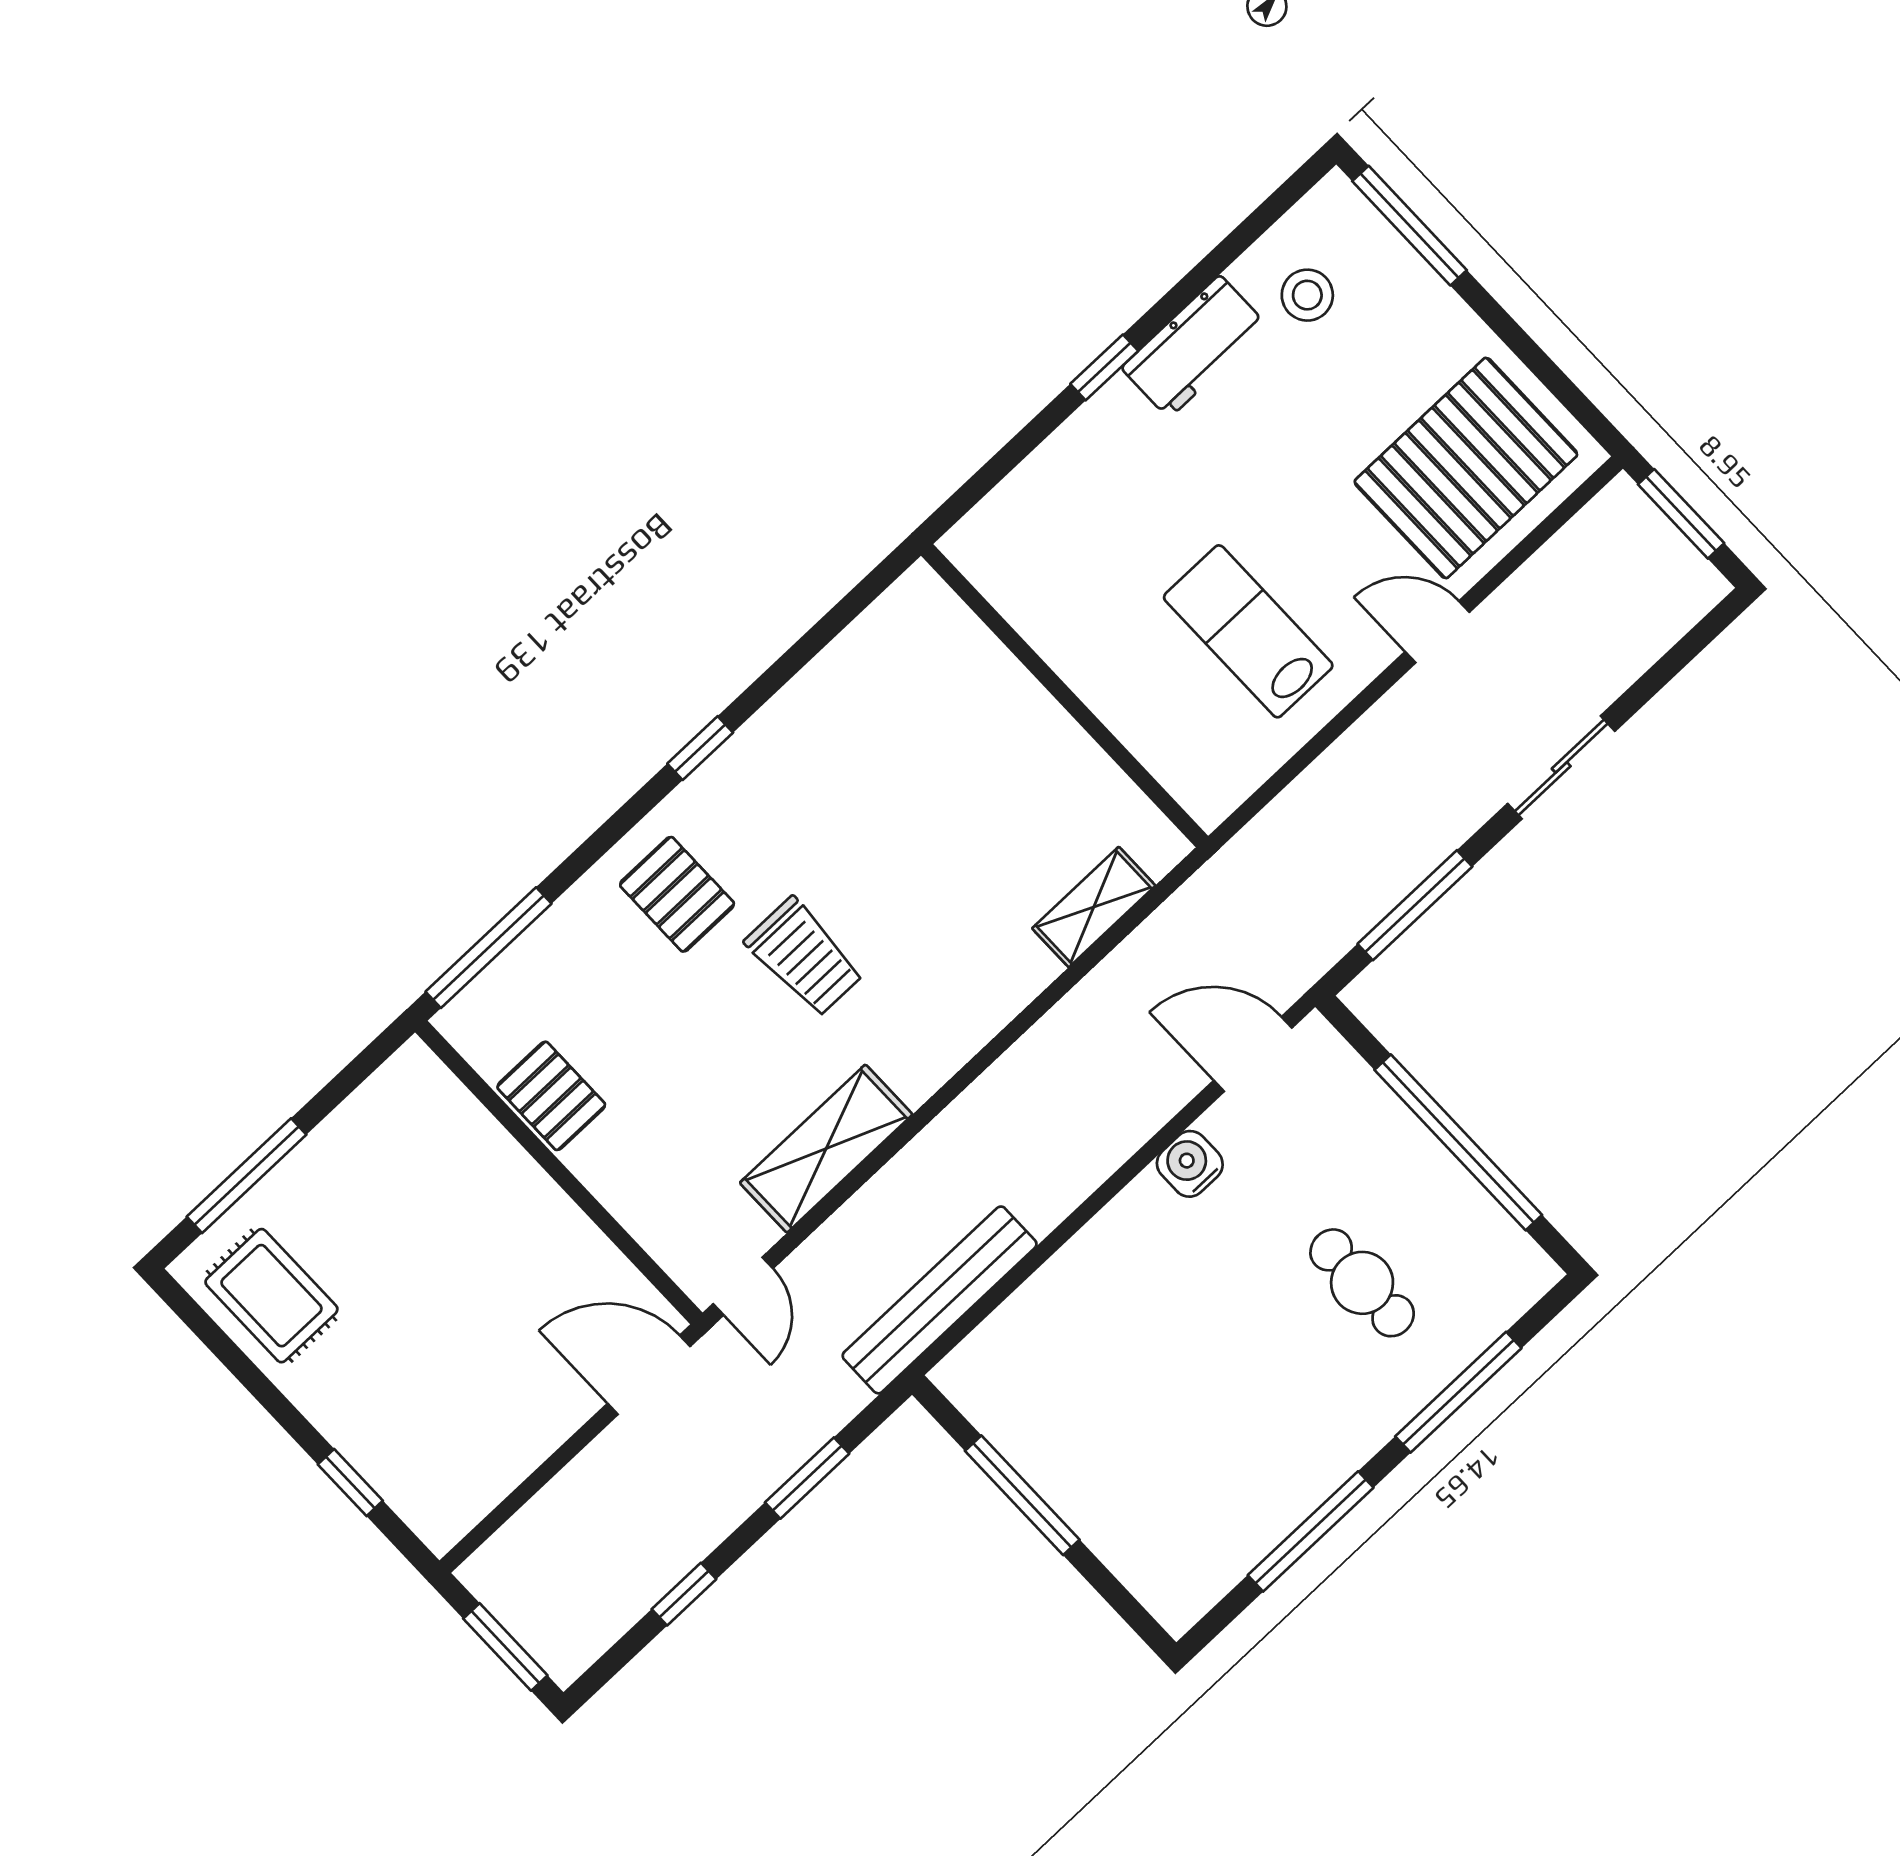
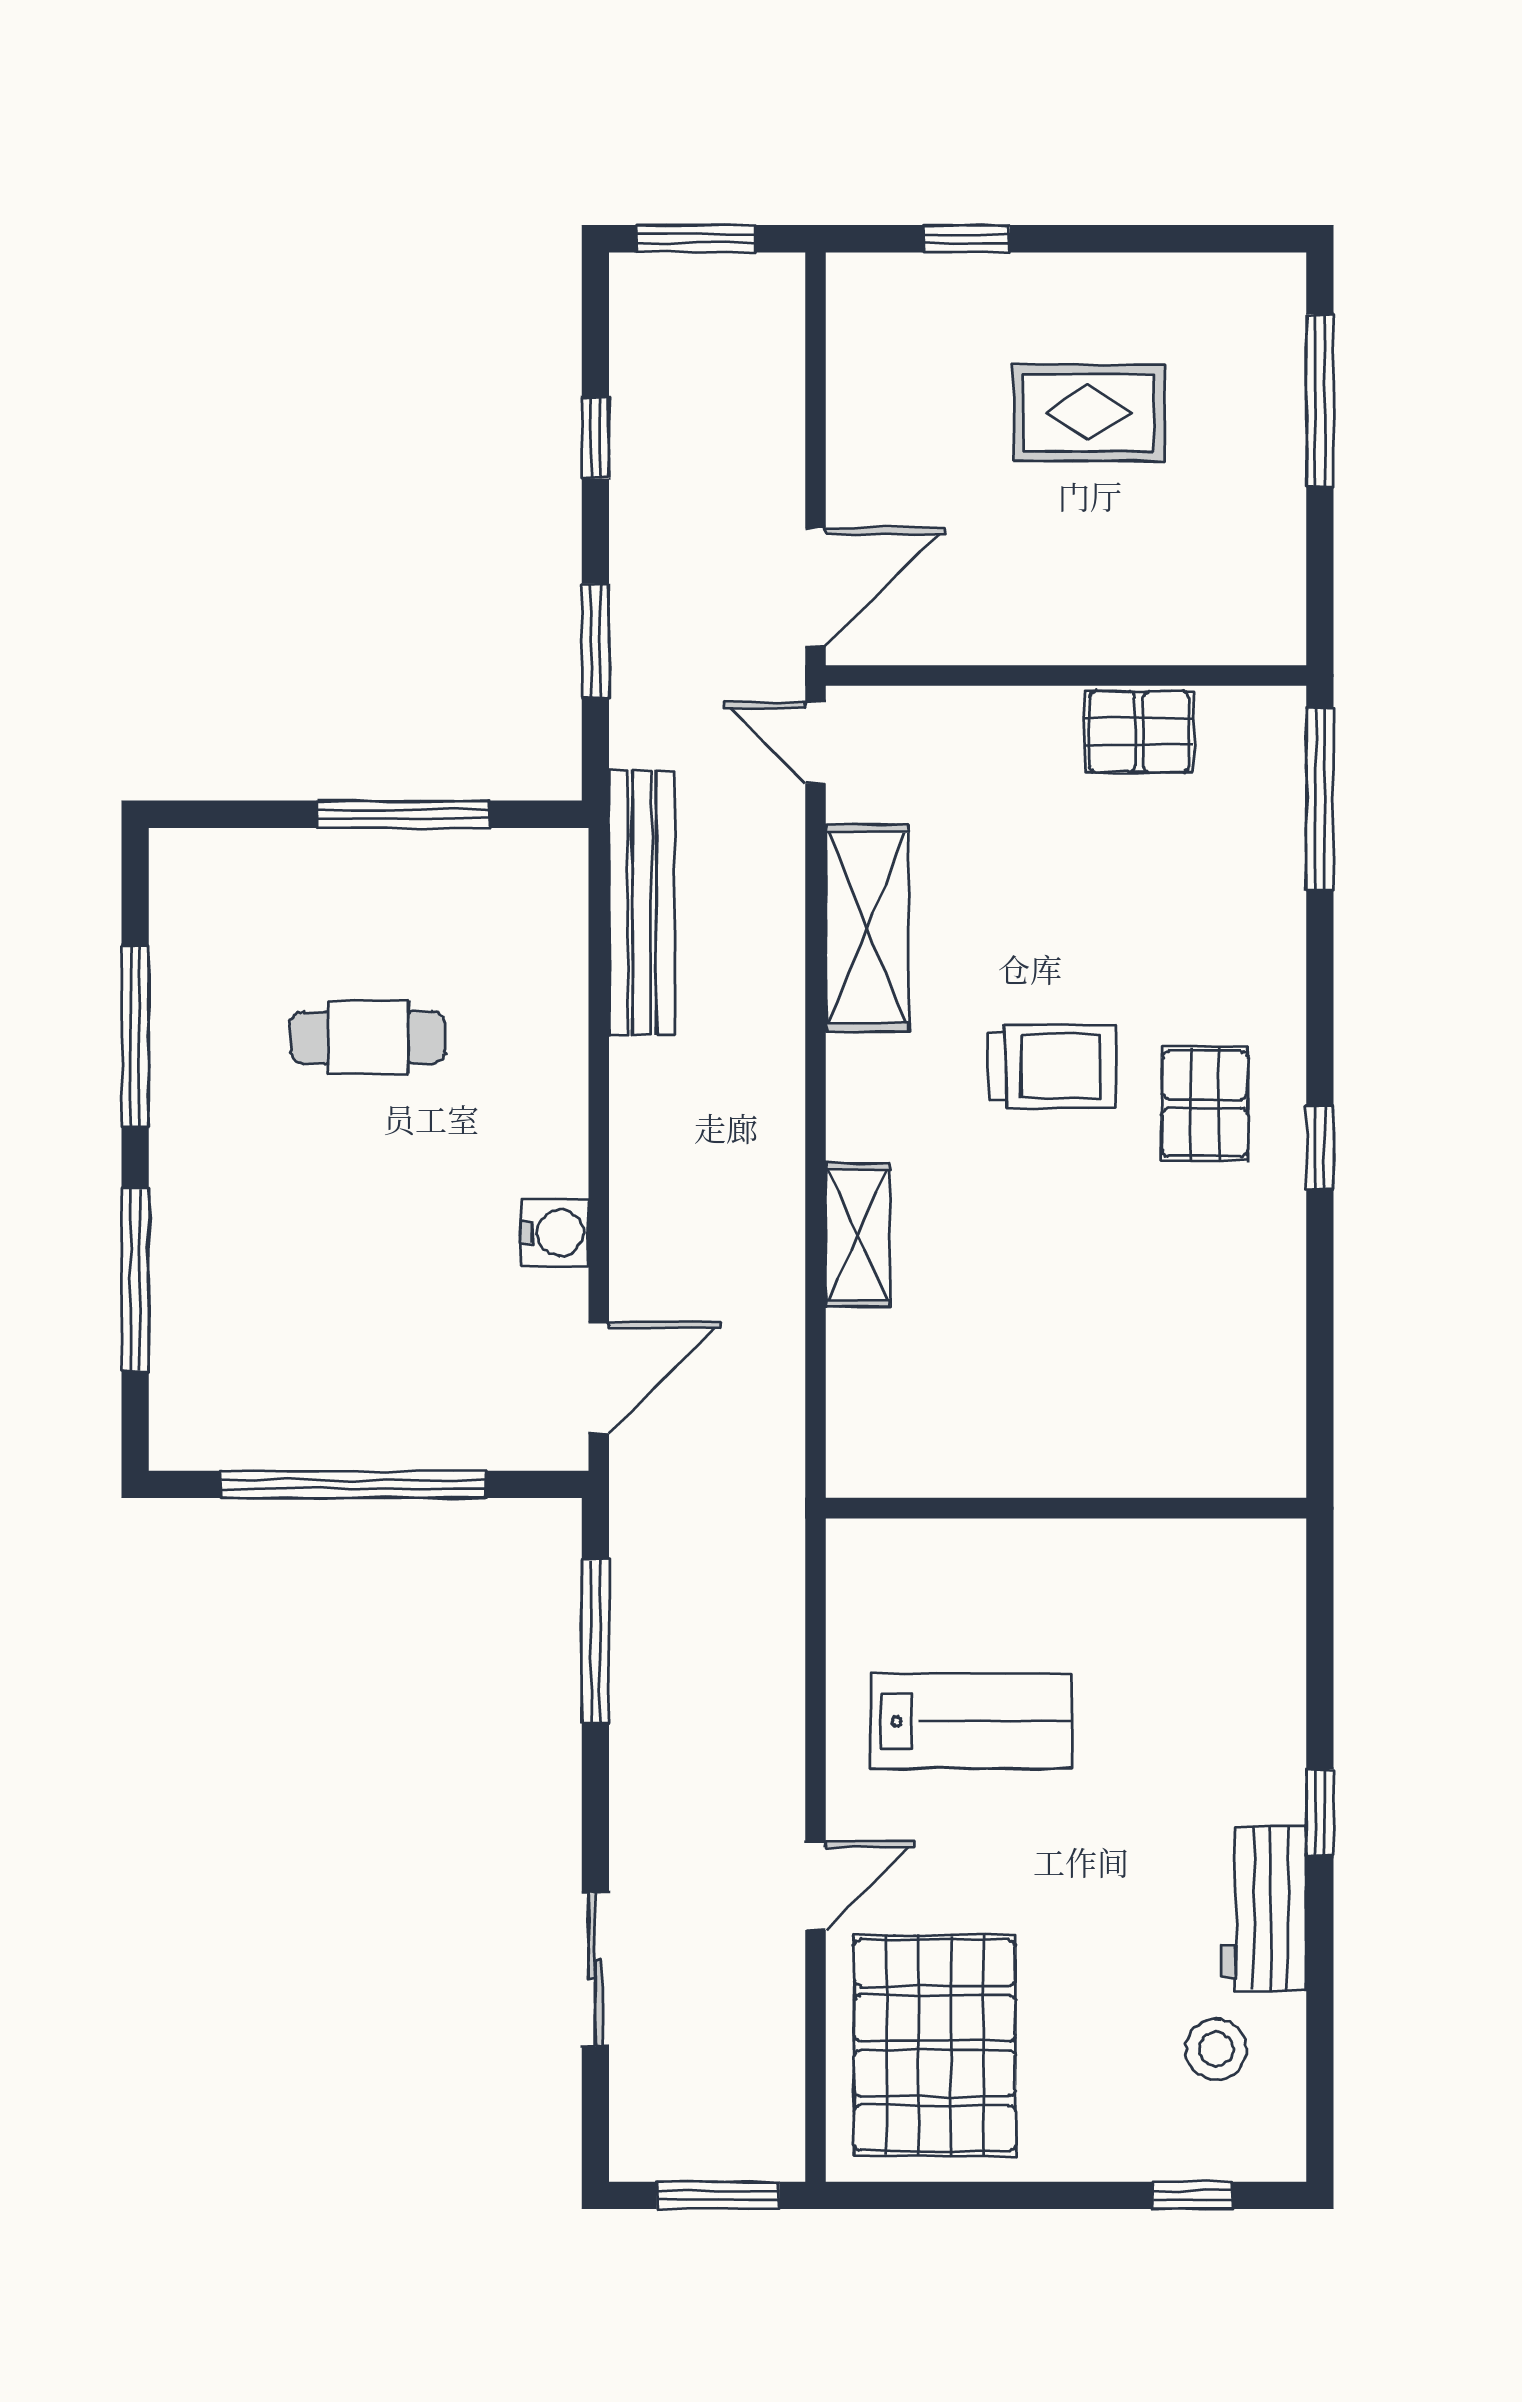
window: (1409, 226) -> (1193, 2195), width x0.46
sliding door: (1561, 767) -> (595, 1970), moved
pallet: (677, 894) -> (1205, 1104), moved, turned 90
shelving: (1094, 907) -> (858, 1235), moved
trolley: (804, 957) -> (1052, 1066), turned 180
cafe table: (1362, 1283) -> (368, 1038), moved
rug: (271, 1296) -> (1089, 413), moved

